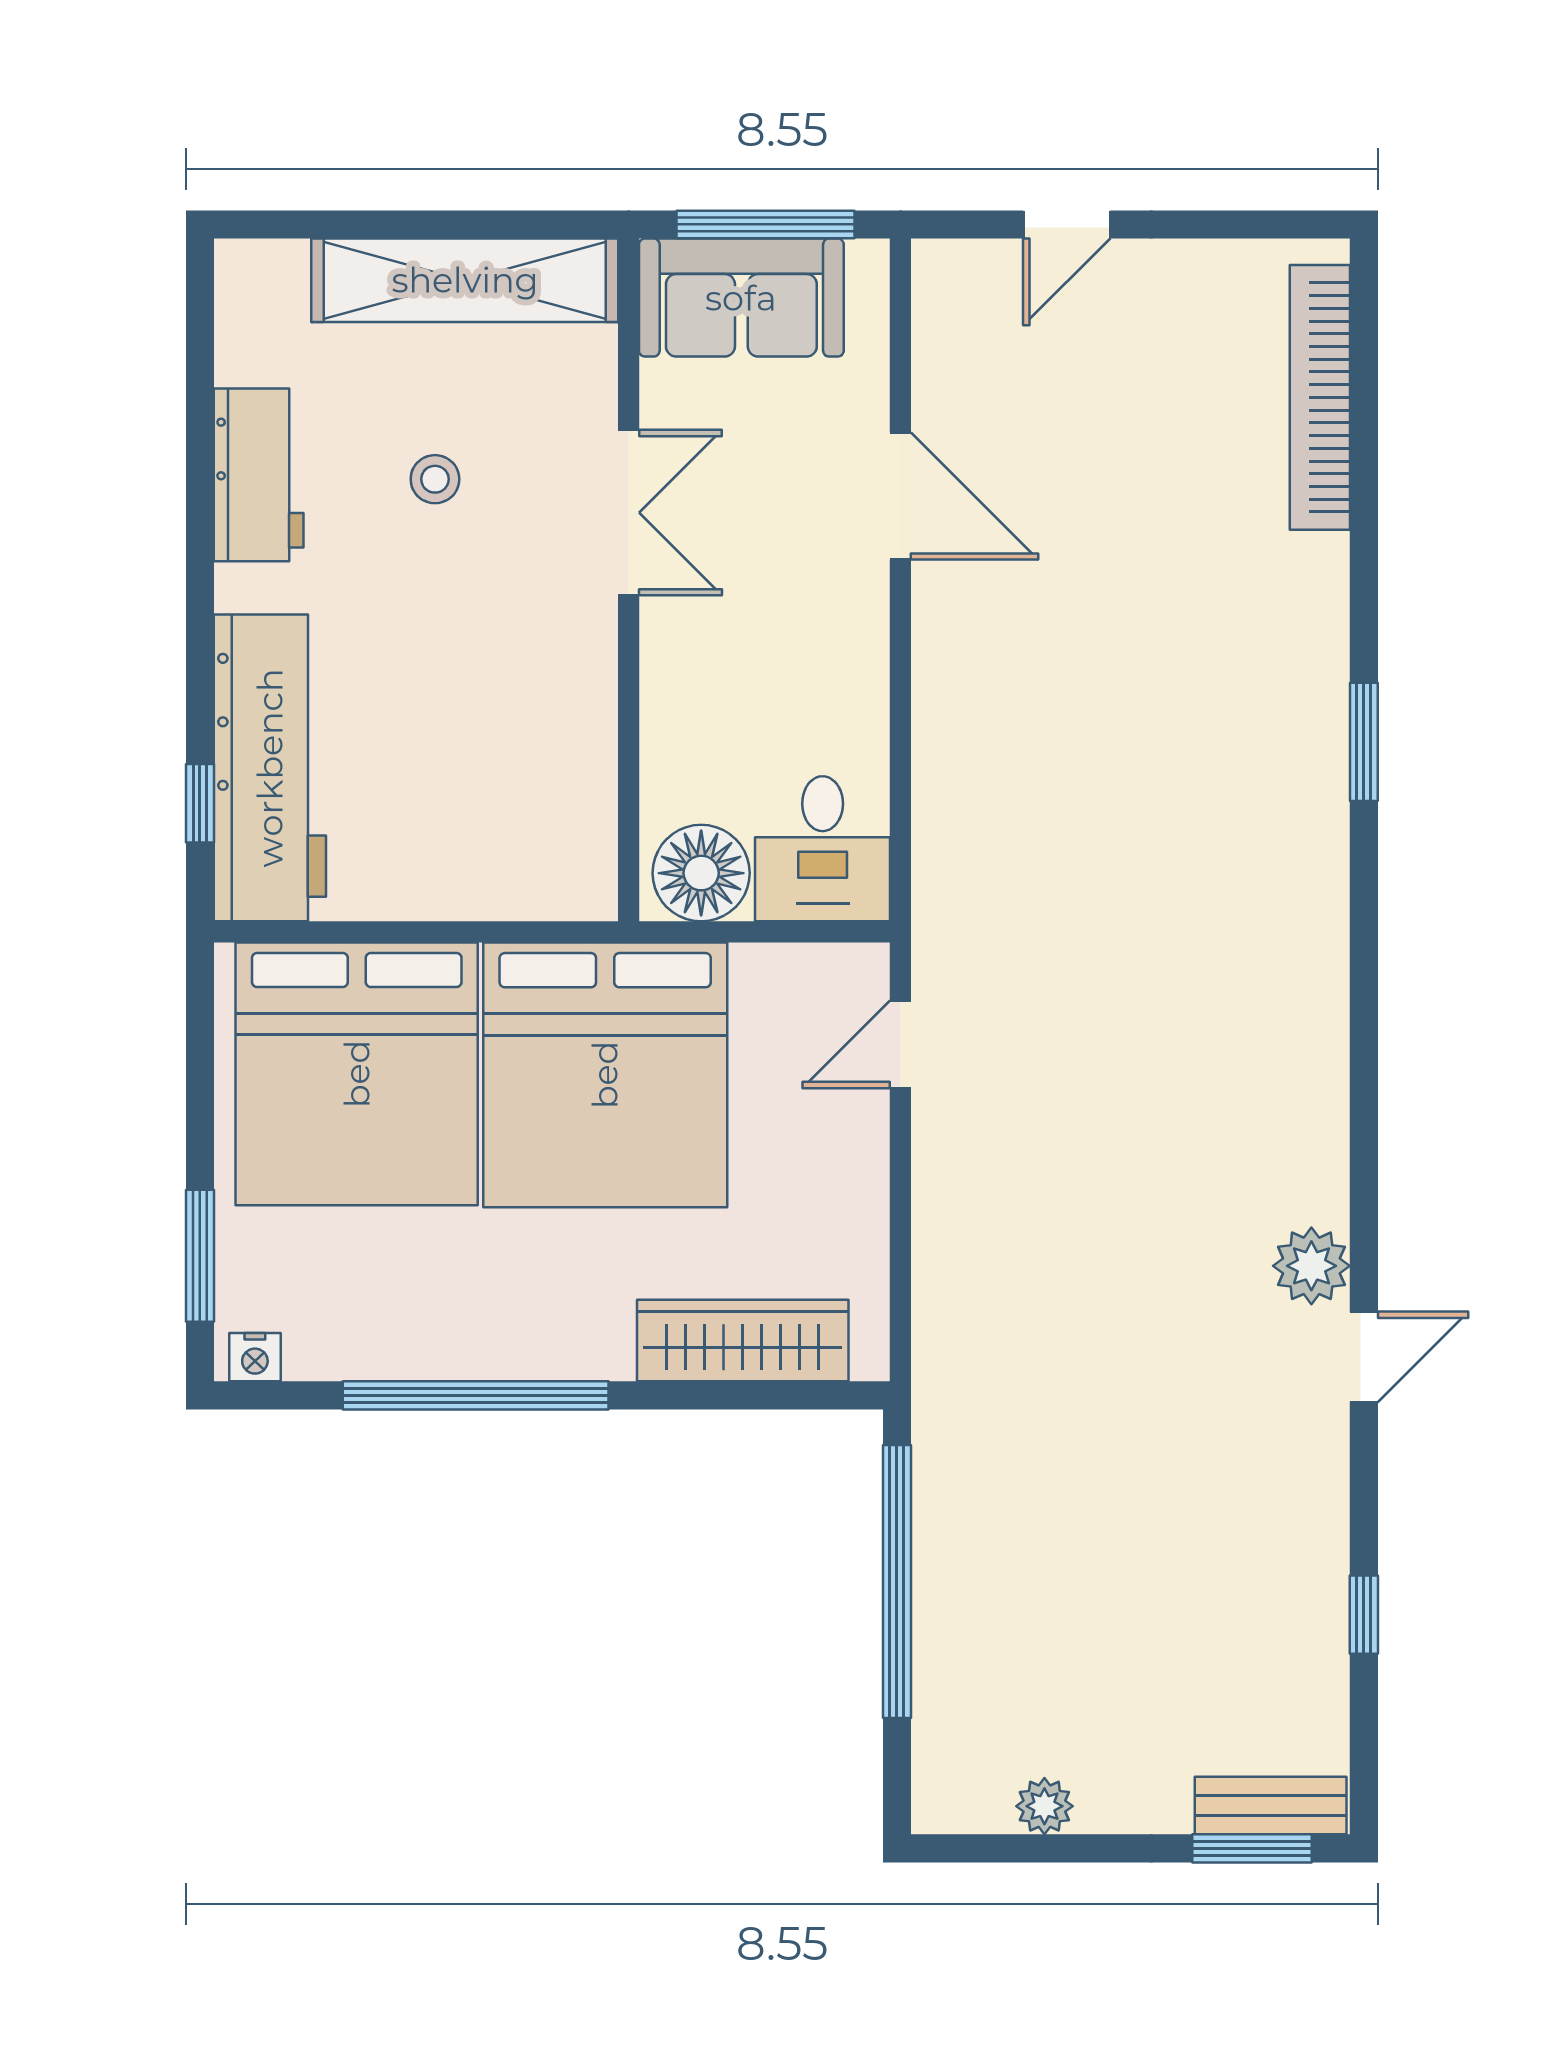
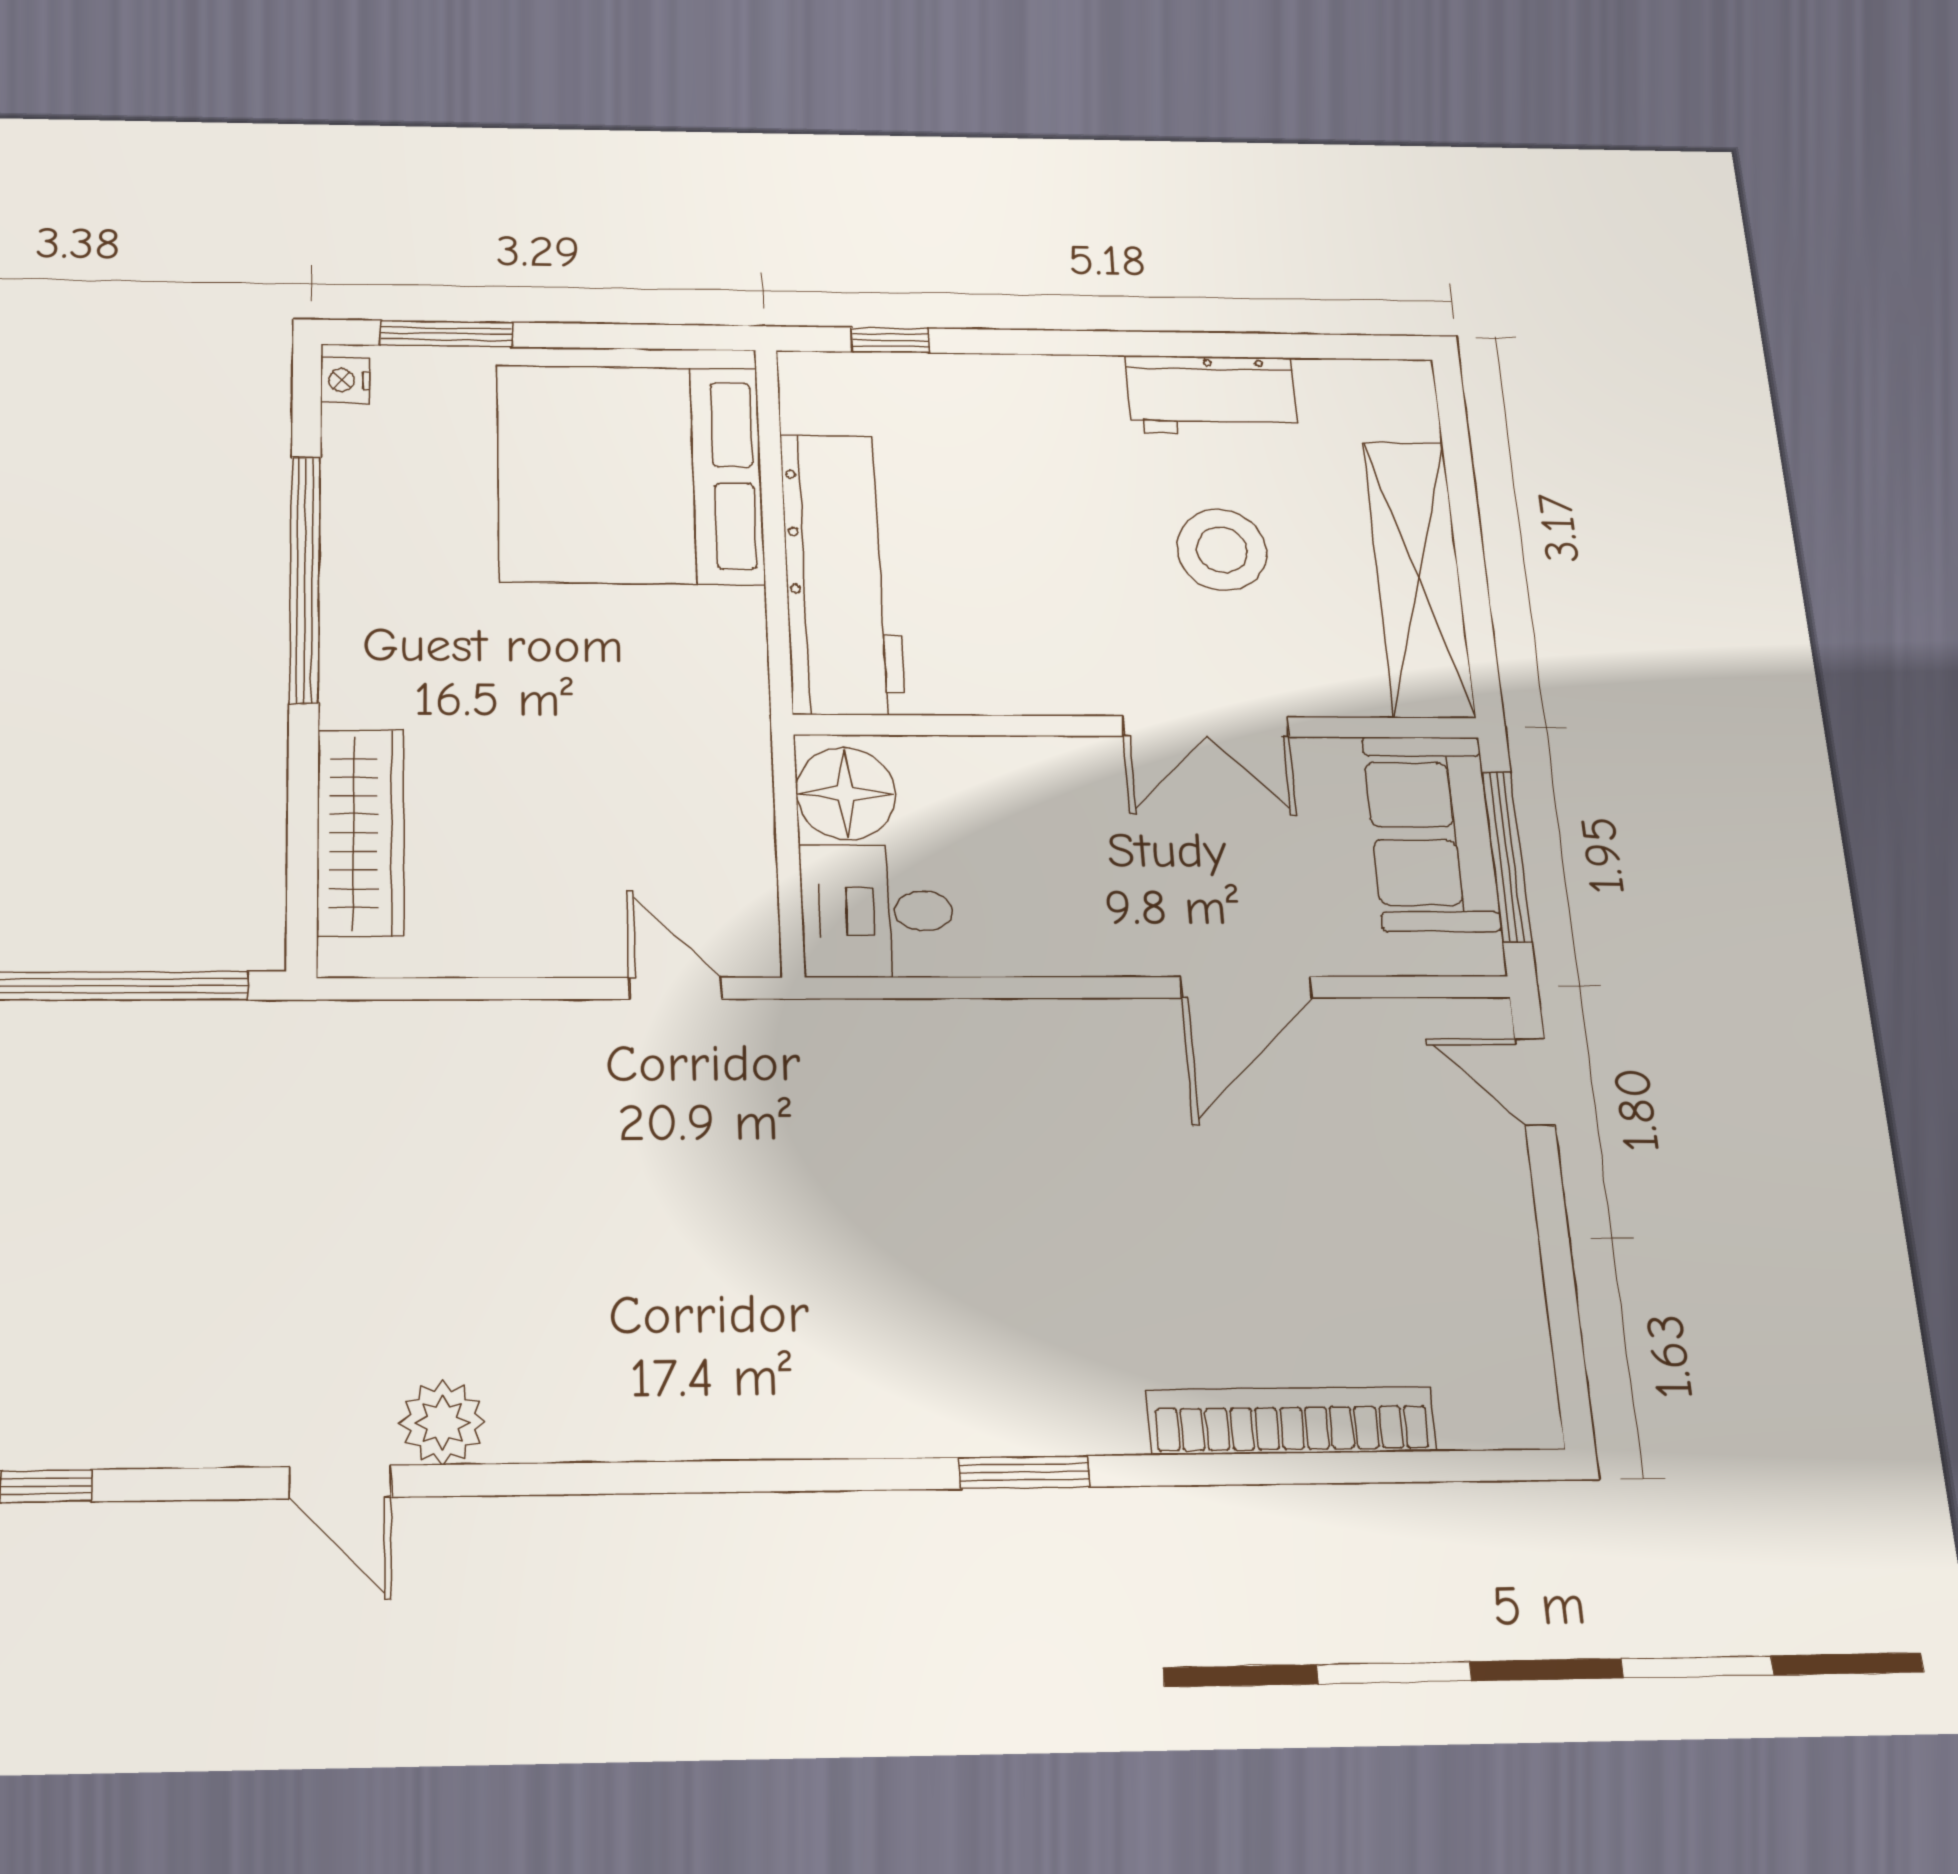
door: (1067, 224) -> (1535, 1082), moved
bookcase: (1320, 397) -> (1291, 1421), moved
stool: (435, 479) -> (1222, 550), width x1.89, depth x1.89
workbench: (270, 768) -> (842, 573), moved, turned -90
bed: (605, 1075) -> (635, 702), removed

